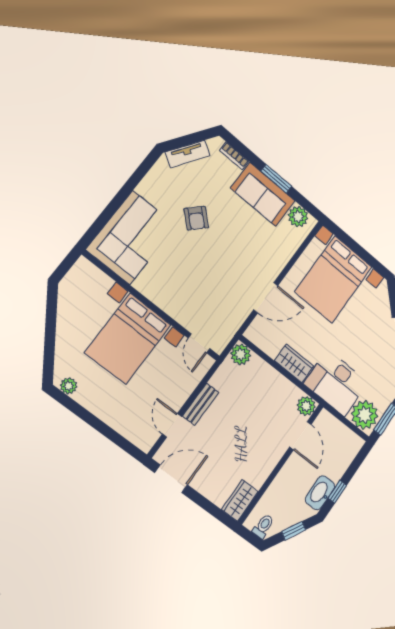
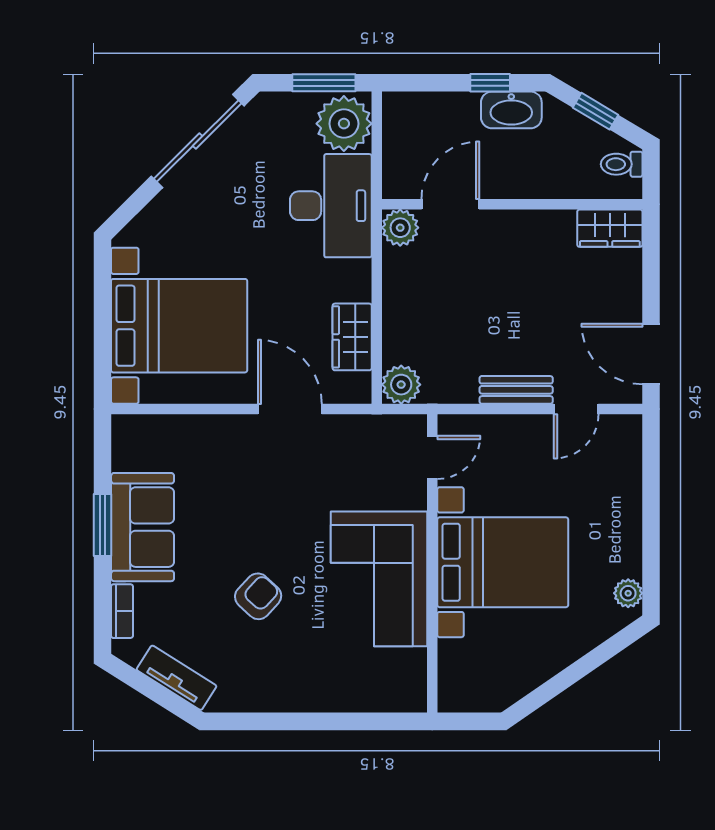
plant: (298, 217) -> (131, 450), removed
corner sofa: (131, 237) -> (379, 579), moved, turned -90
wardrobe: (294, 363) -> (352, 337), moved

